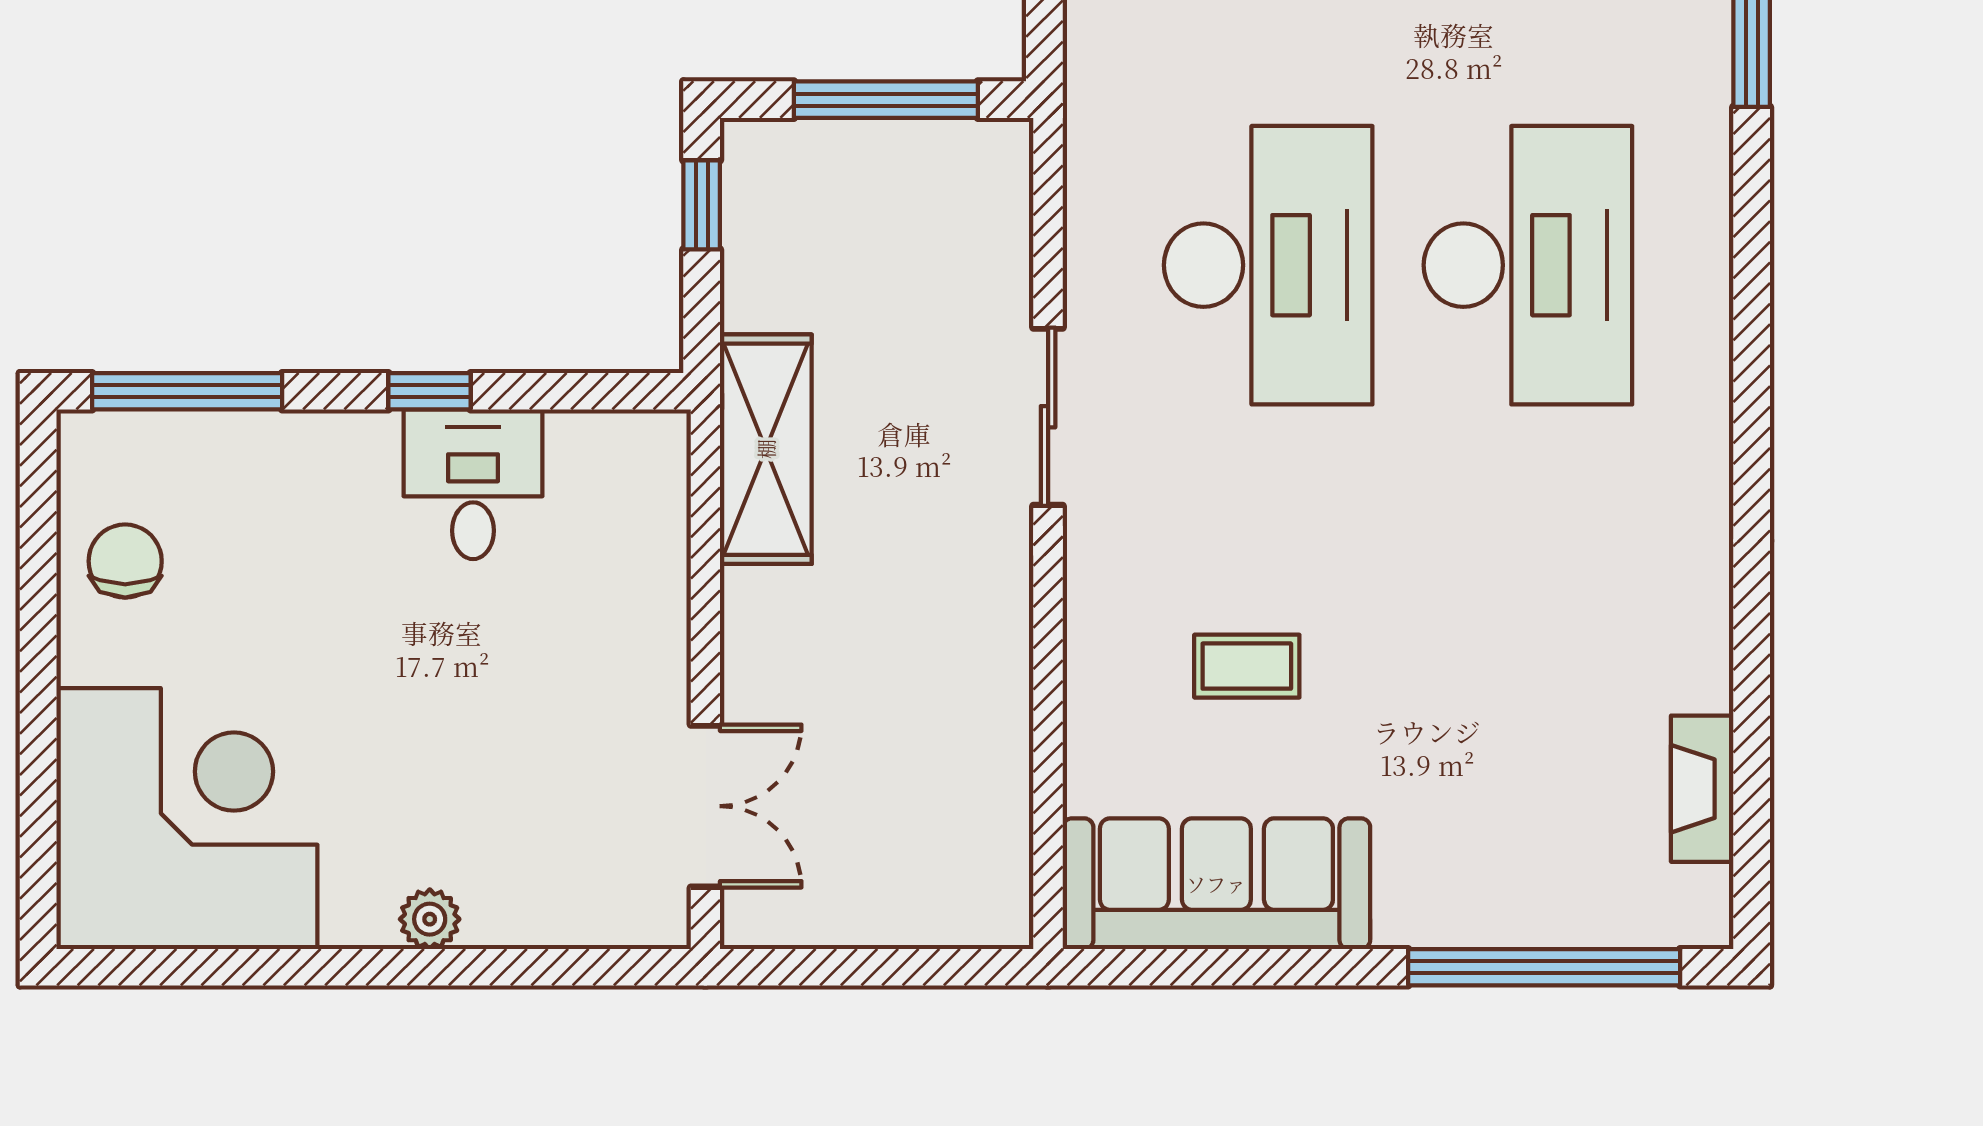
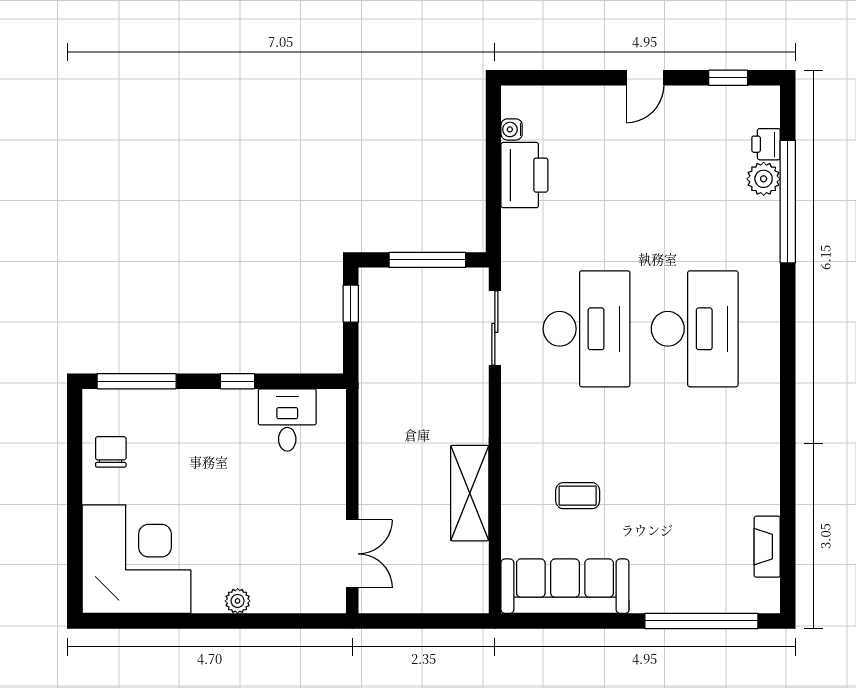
sliding door: (1048, 417) -> (495, 328), moved
shelving: (766, 449) -> (470, 493), moved
desk: (473, 484) -> (287, 420), moved

